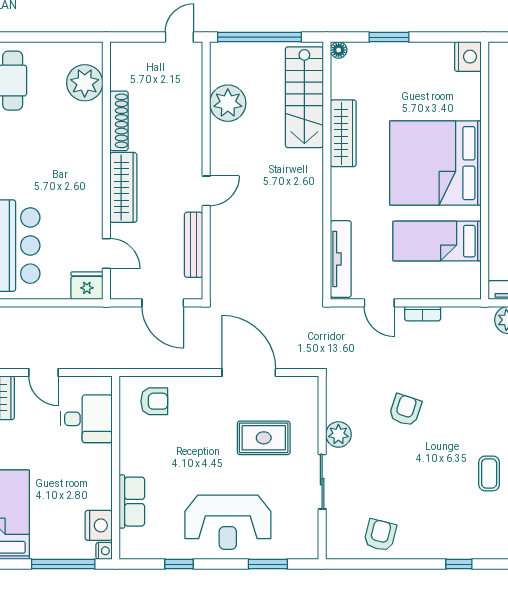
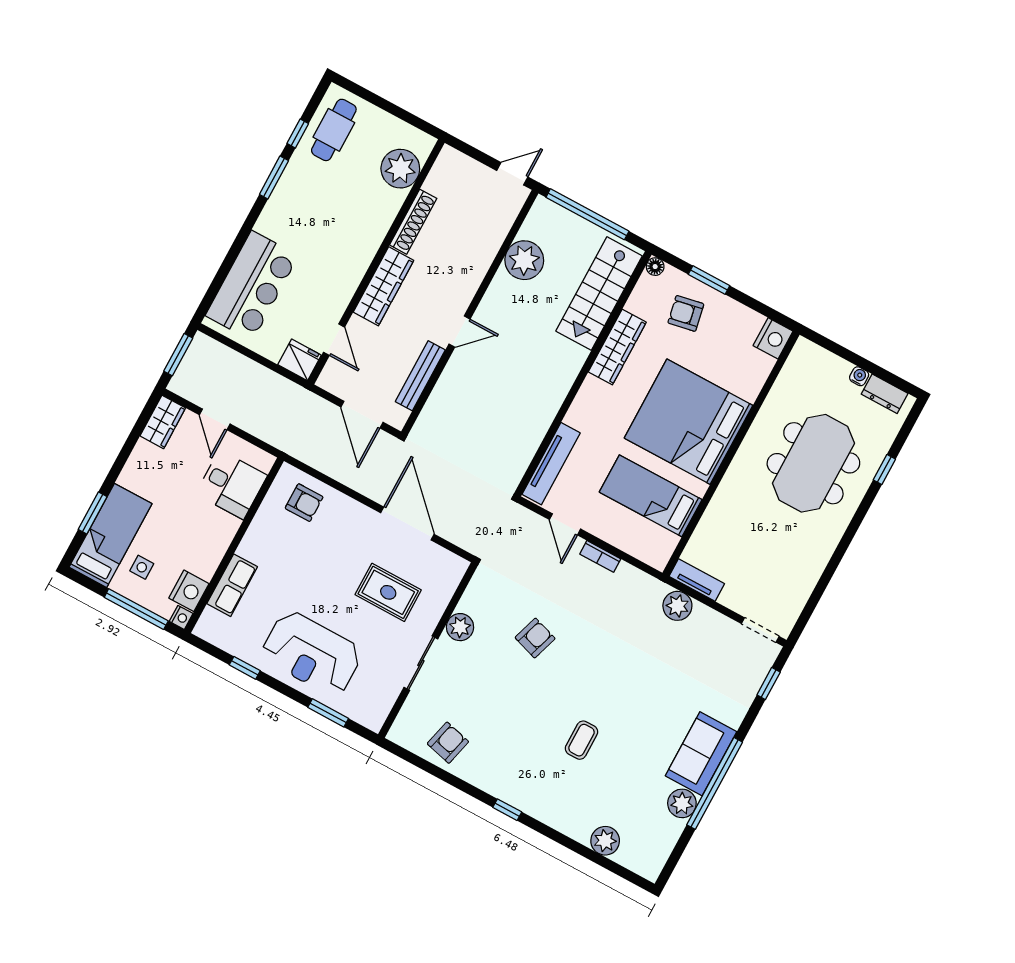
armchair: (385, 75) -> (686, 313), added
side table: (49, 527) -> (142, 567), added

